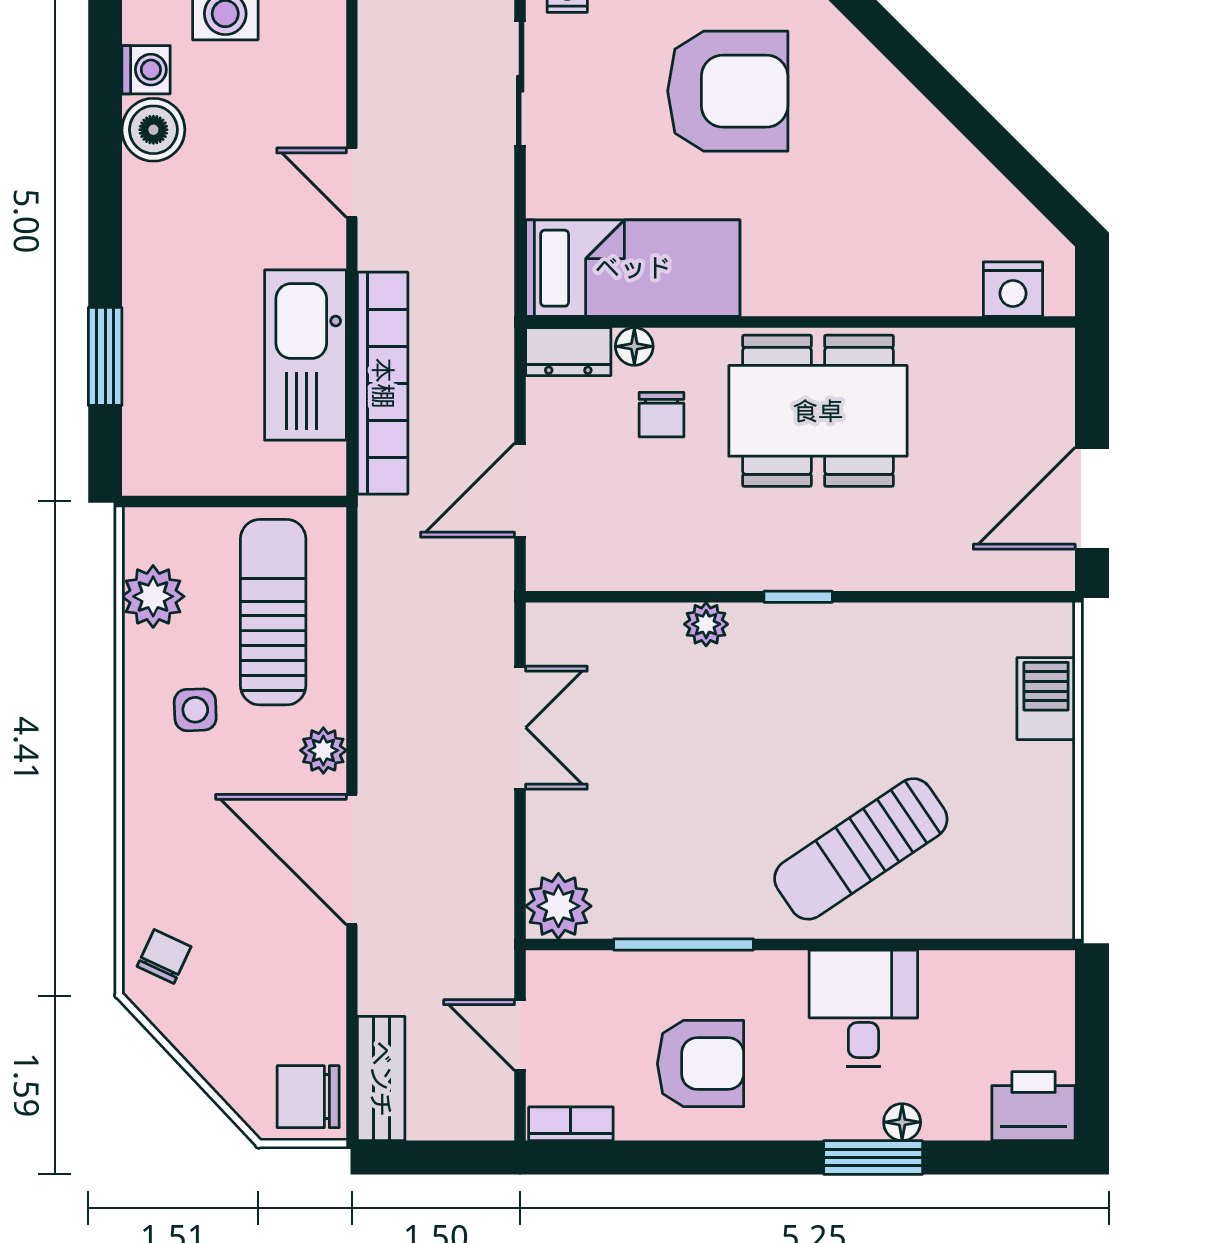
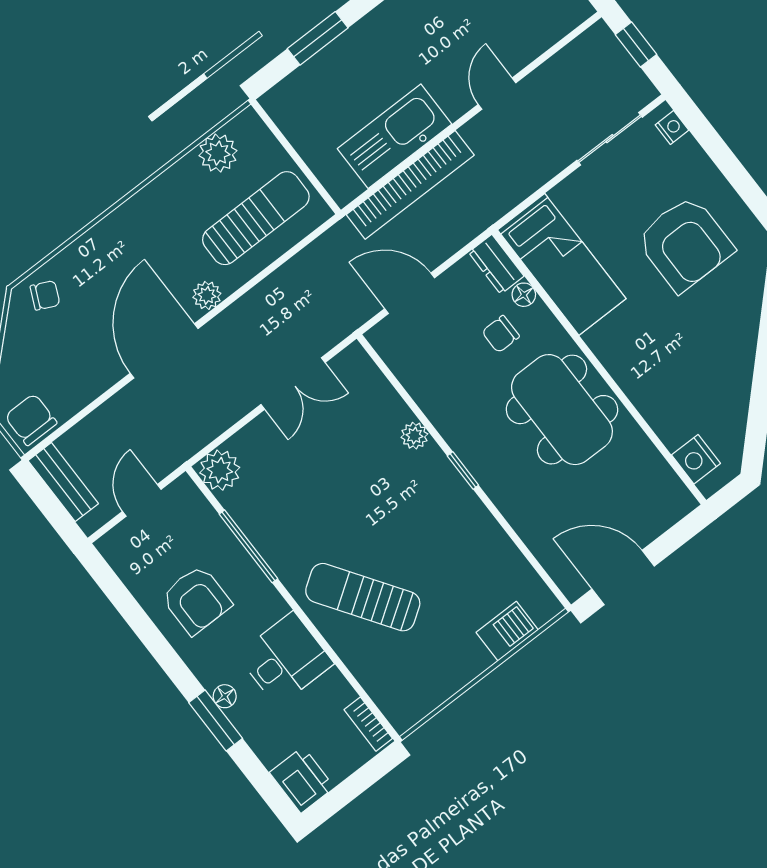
side table: (195, 710) -> (178, 217), removed
bench: (381, 1079) -> (63, 482), moved, turned 90
floor lamp: (902, 1122) -> (225, 696), moved
bookcase: (571, 1124) -> (368, 724), moved, turned 180

